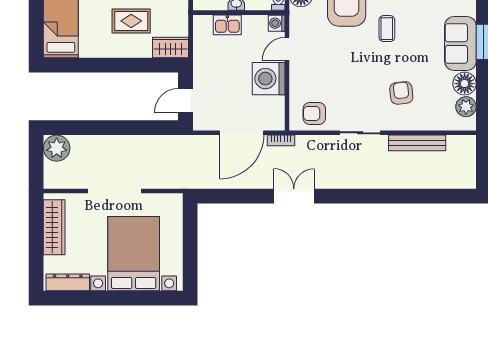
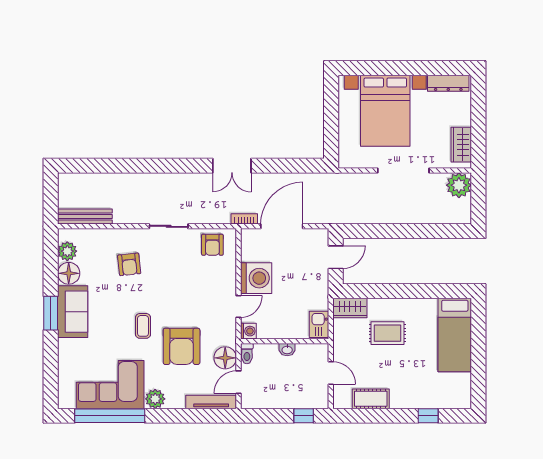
kitchen sink: (227, 25) -> (319, 324), moved, turned -90
armchair: (314, 113) -> (212, 245), turned 90
bench: (417, 143) -> (85, 217), moved
plant: (57, 148) -> (459, 185), moved
wardrobe: (54, 227) -> (461, 145), width x0.67

